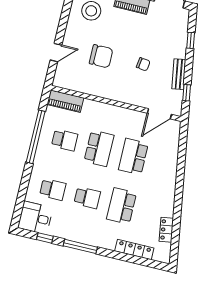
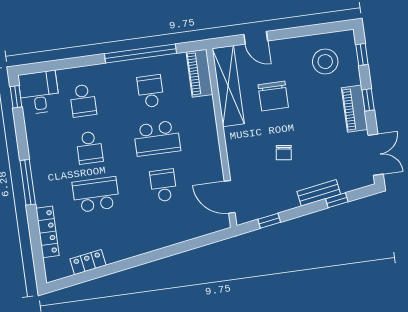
bench: (179, 74) -> (319, 193), moved
shelving: (82, 85) -> (228, 86), added
school desk: (65, 140) -> (151, 91), turned 180
school desk: (133, 157) -> (163, 185), width x0.54
window: (45, 238) -> (16, 97), moved
window: (80, 246) -> (28, 182), moved

